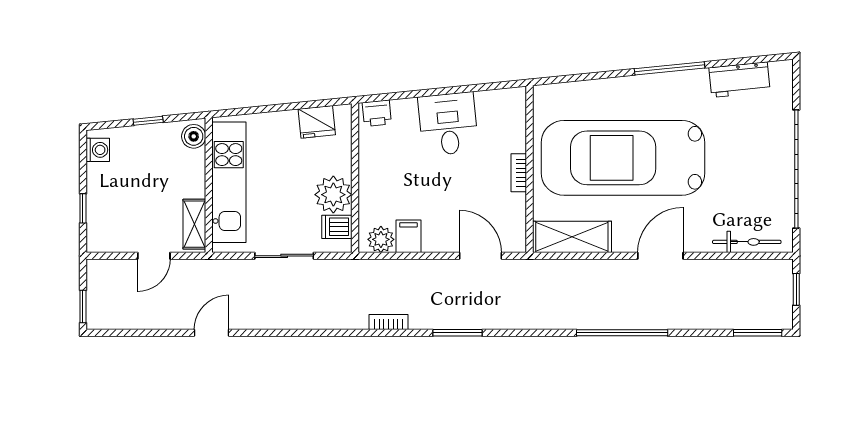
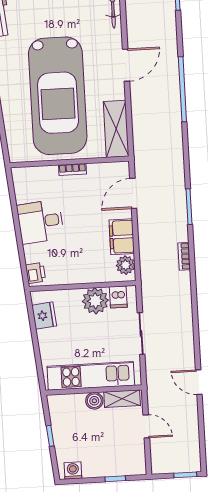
boiler: (194, 136) -> (94, 401), moved
filing cabinet: (408, 236) -> (122, 237), width x2.00
door: (660, 256) -> (126, 65), swing flipped

